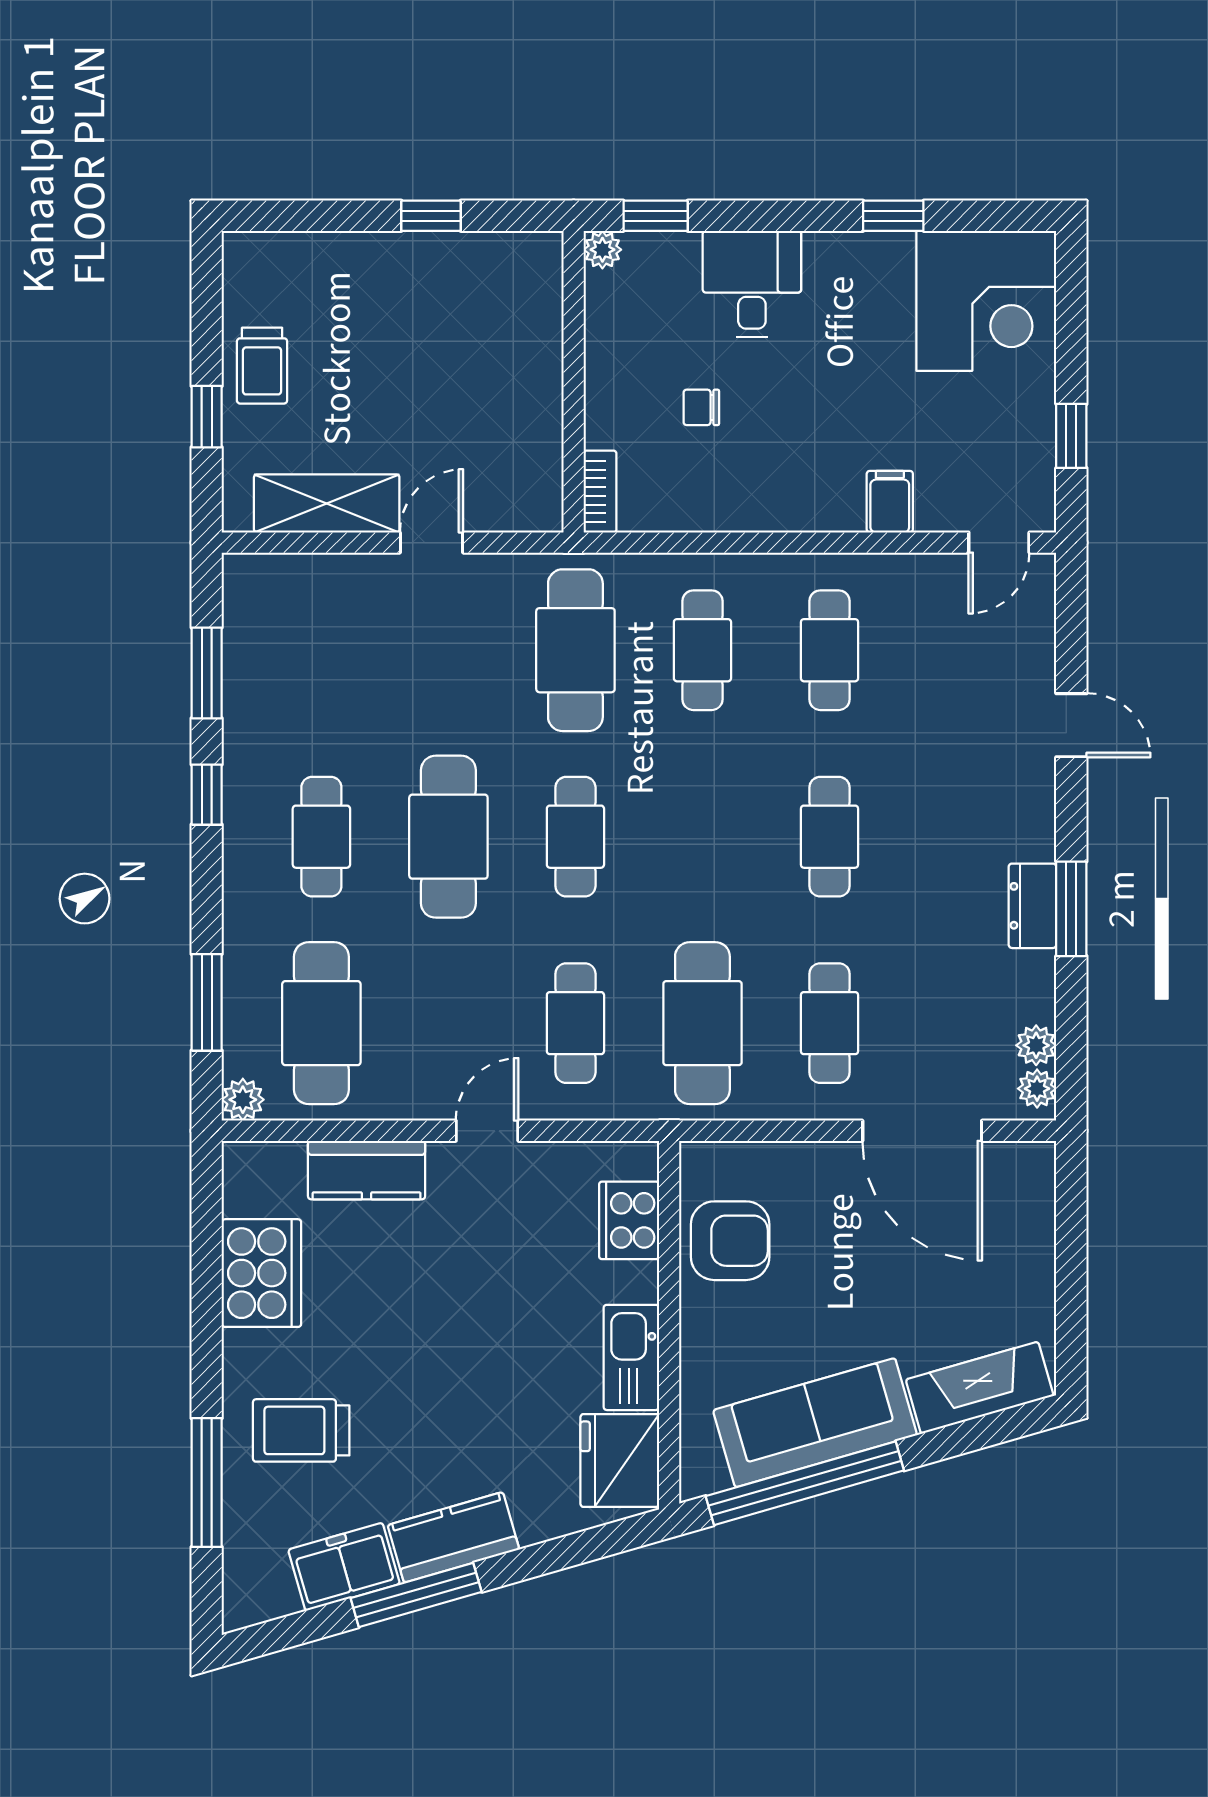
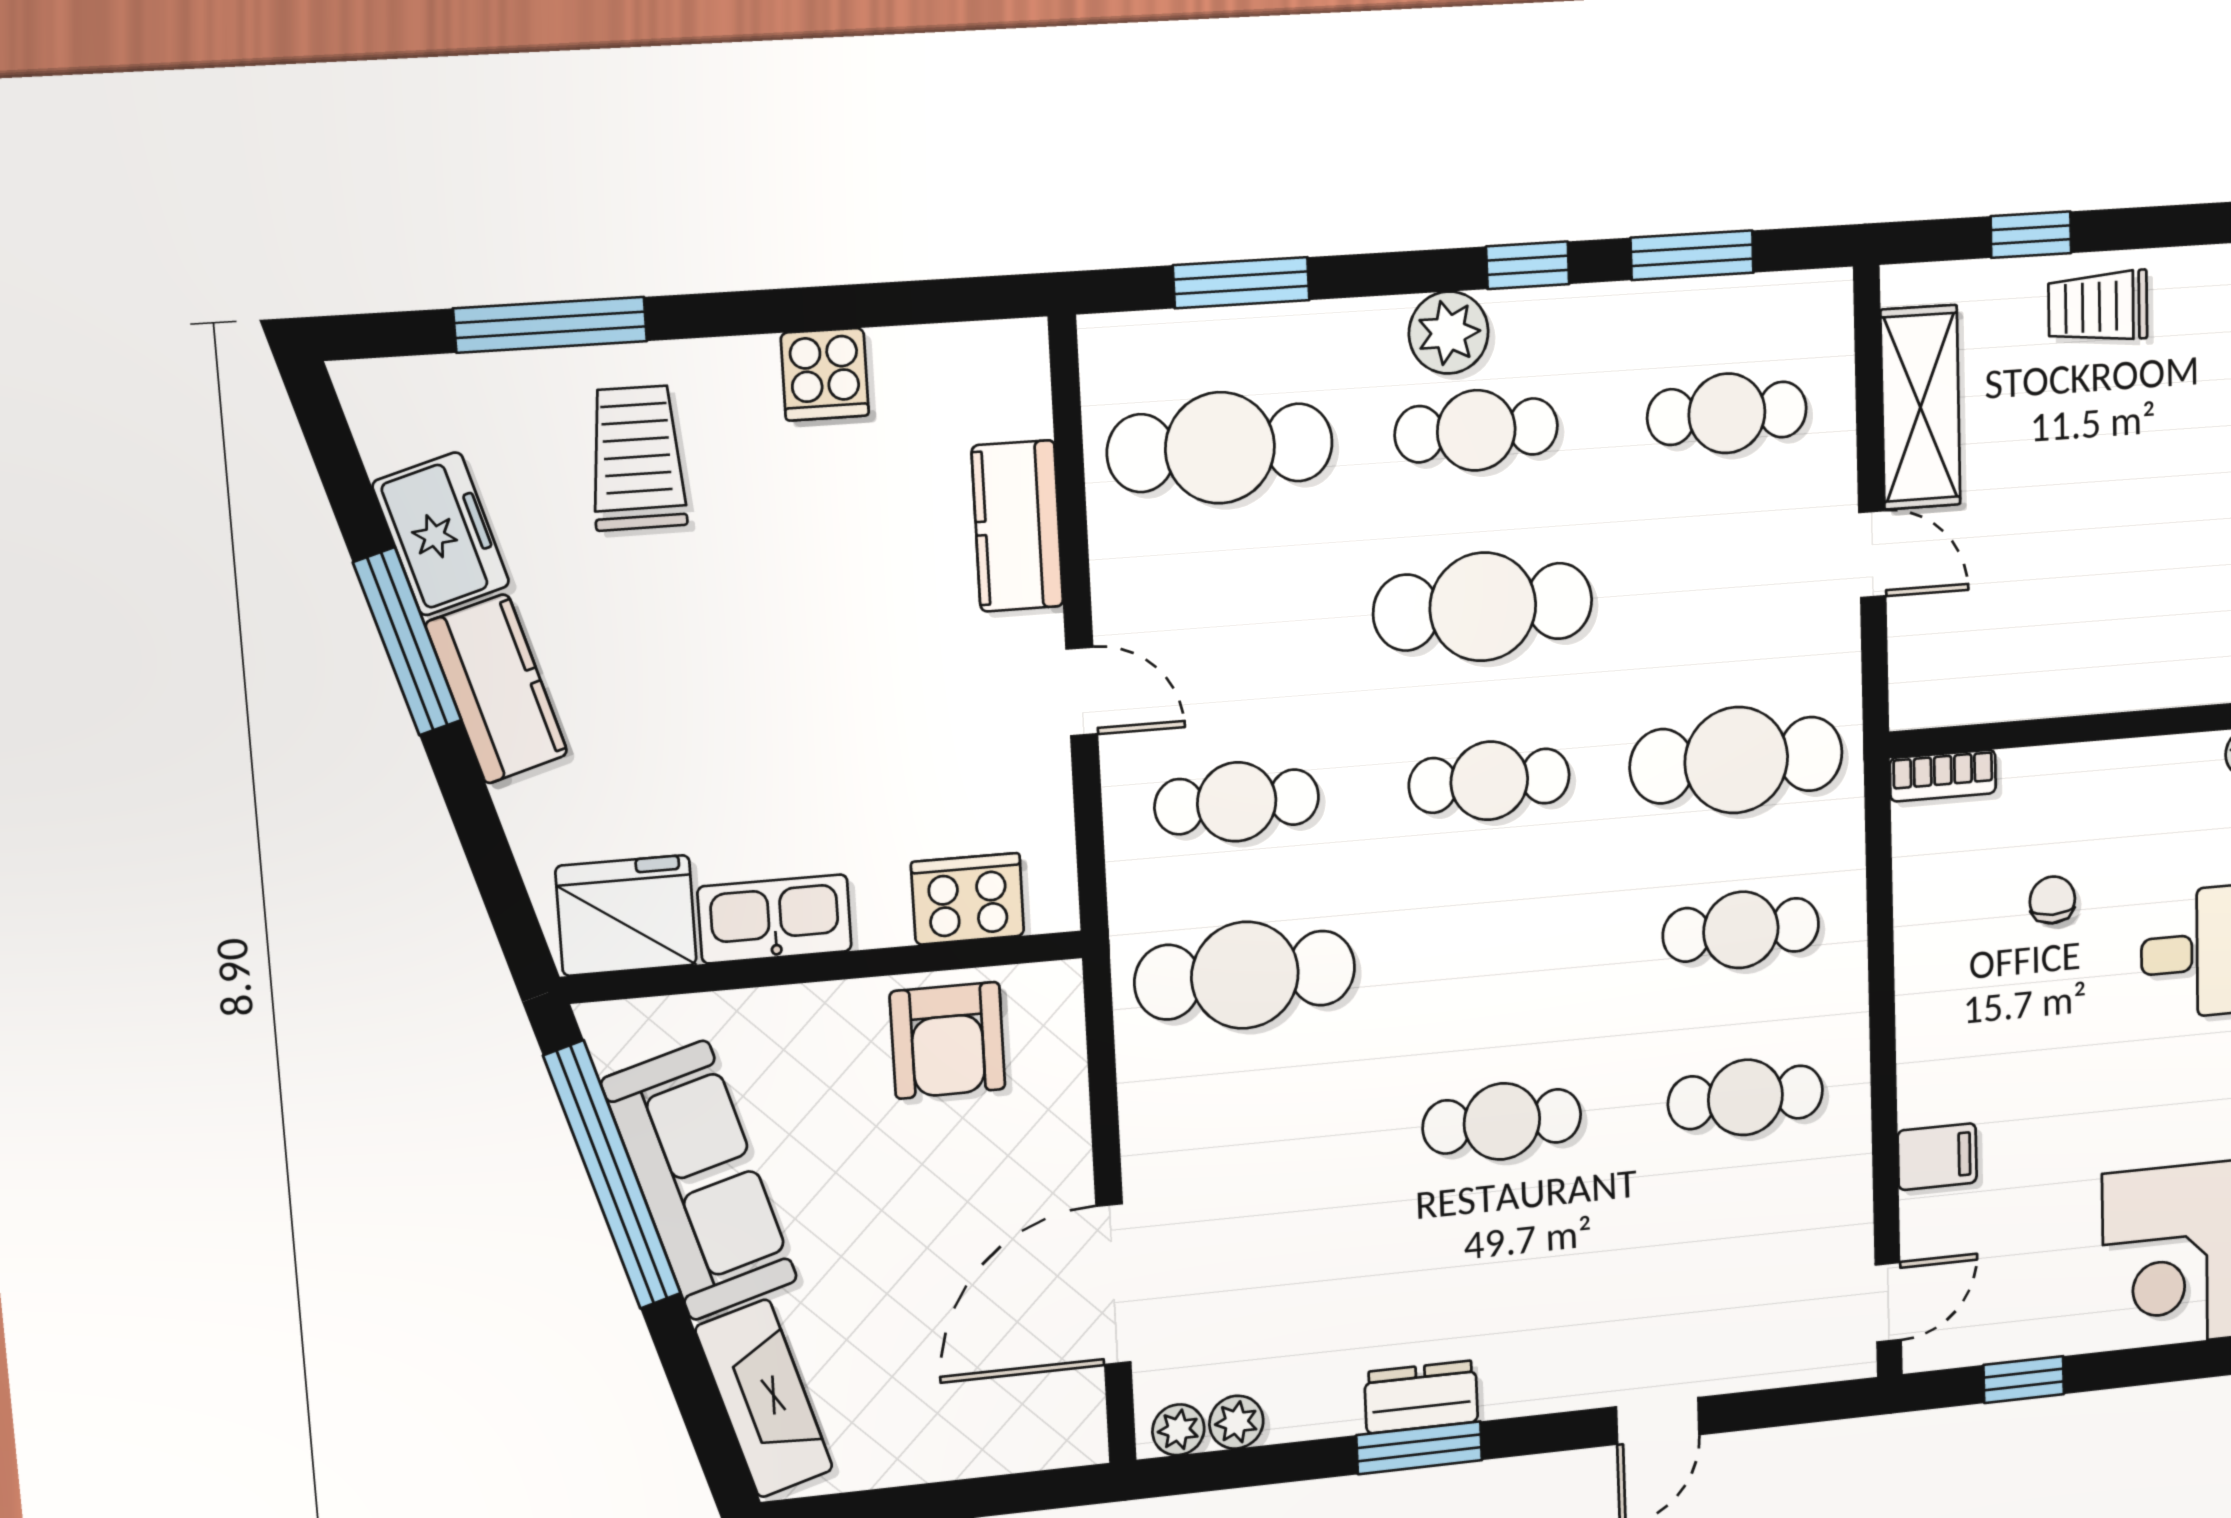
door: (999, 543) -> (1888, 1302), swing flipped
cafe table: (830, 1023) -> (1727, 413), moved
plant: (243, 1100) -> (1449, 333), moved, width x1.38, depth x1.38
cooker: (261, 1273) -> (825, 374), width x0.53, depth x0.76

